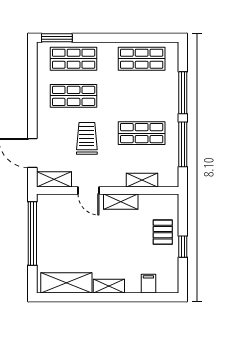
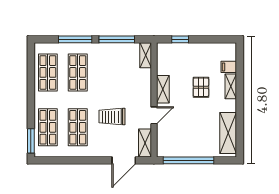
shop shelf: (142, 133) -> (78, 72), moved
shelving: (142, 180) -> (146, 55), moved
pallet: (163, 232) -> (201, 87), moved, turned 90
window: (183, 247) -> (180, 39), moved
shelving: (109, 286) -> (231, 86), moved

